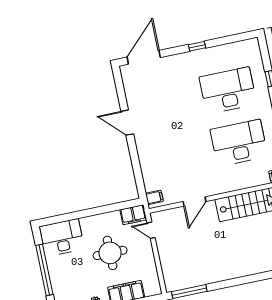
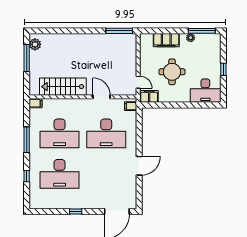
door: (127, 123) -> (139, 166), hinge flipped
desk: (179, 155) -> (106, 133), added
door: (194, 201) -> (102, 97), hinge flipped
window: (44, 270) -> (223, 69), width x0.32

